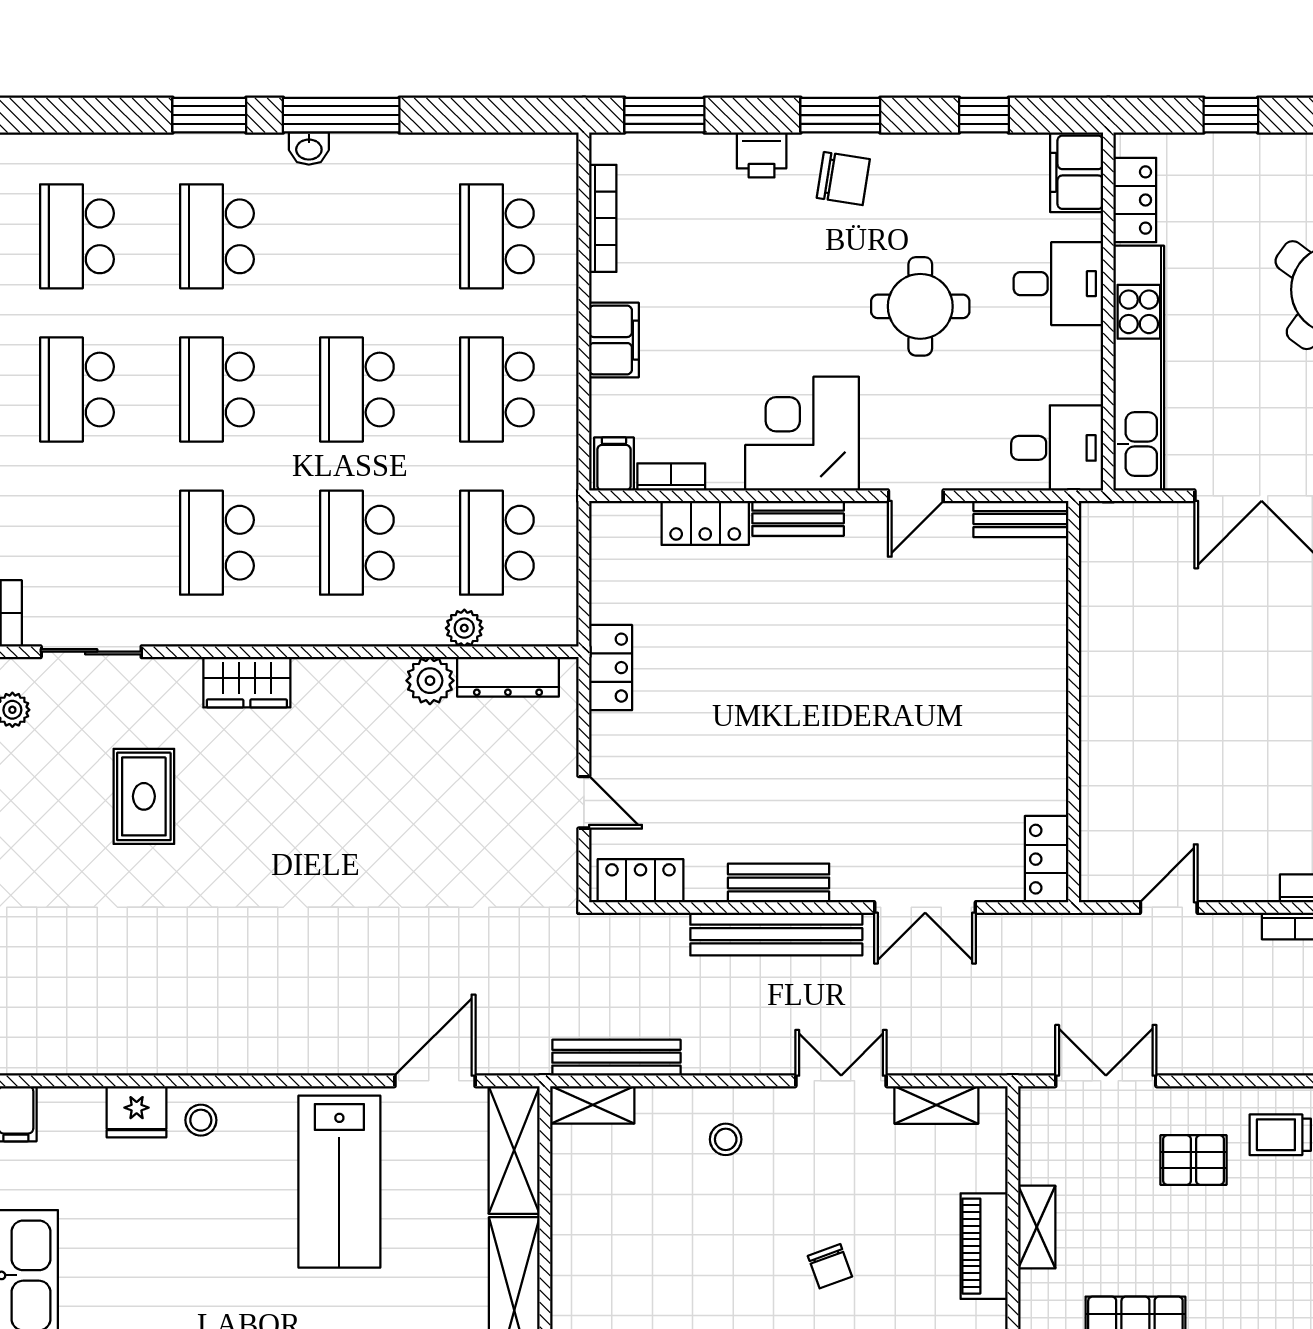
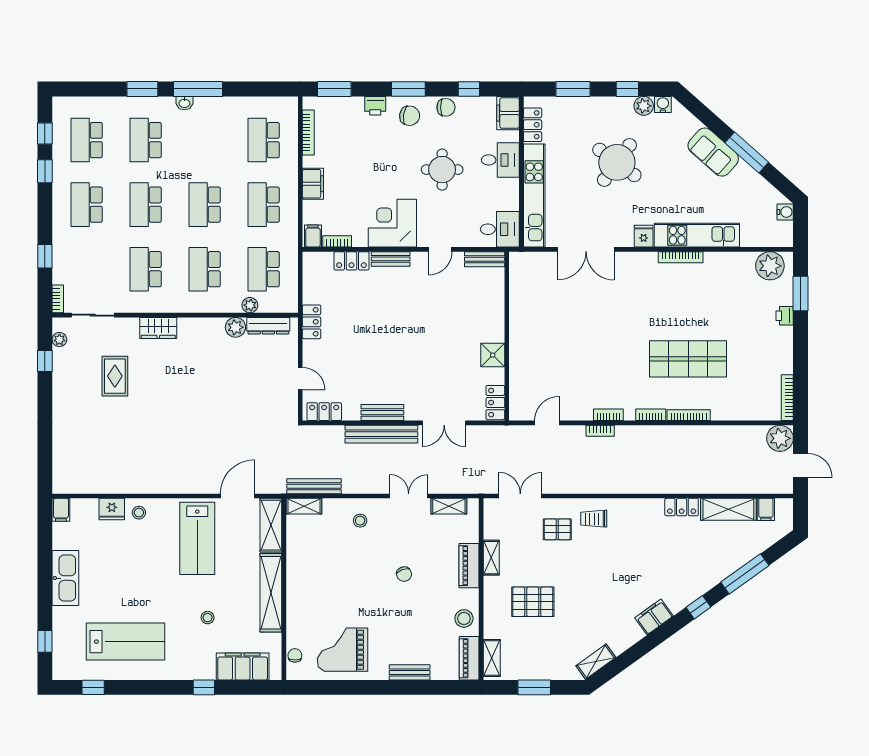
window: (1231, 115) -> (573, 89), width x1.50
chair: (929, 159) -> (446, 107), added
shower: (1040, 747) -> (493, 355), added

